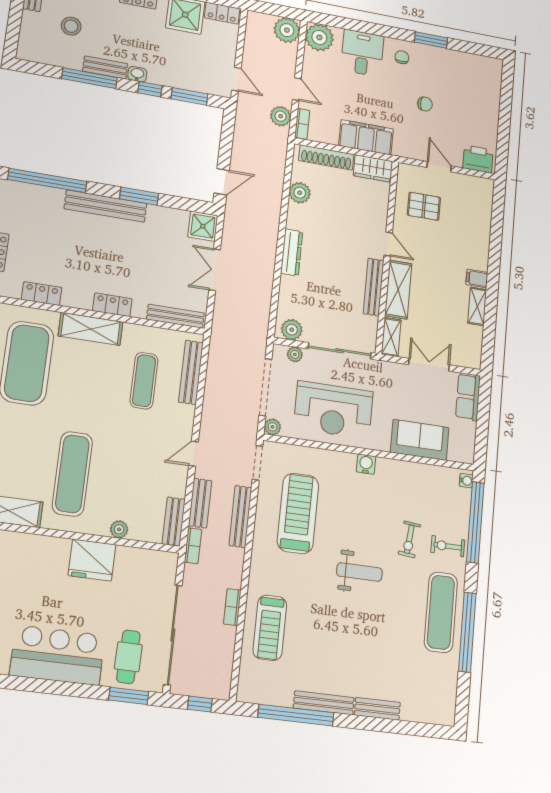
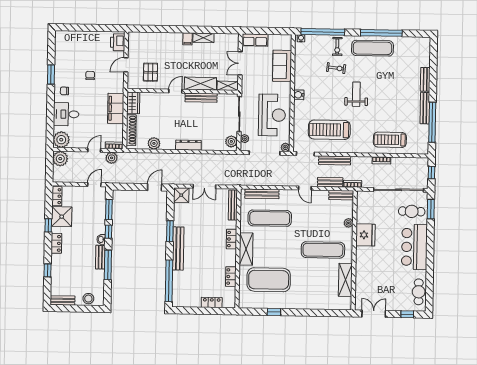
stool: (71, 26) -> (88, 299), moved
door: (222, 182) -> (155, 187), hinge flipped
exercise mat: (144, 381) -> (270, 218), width x1.36, depth x1.45
treadmill: (270, 628) -> (390, 140), turned 180

